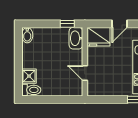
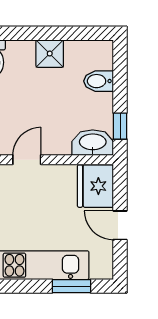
bidet: (27, 35) -> (99, 81), moved
shower: (29, 76) -> (50, 54), moved

